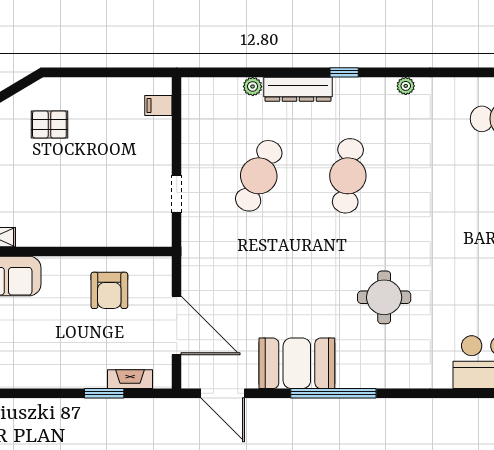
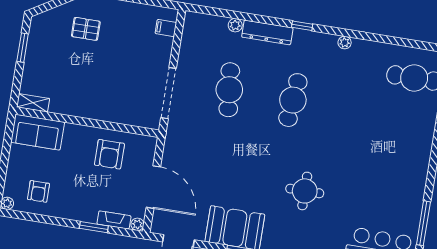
cafe table: (259, 176) -> (229, 90), turned -30
doorway: (177, 194) -> (169, 93), width x1.87
armchair: (21, 357) -> (38, 191), added
plant: (163, 380) -> (137, 224), added

